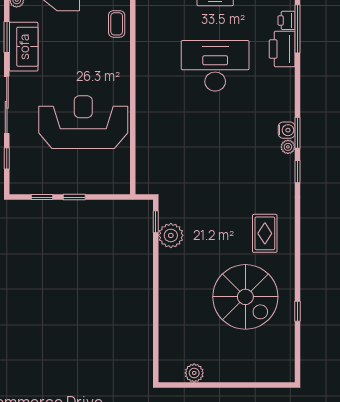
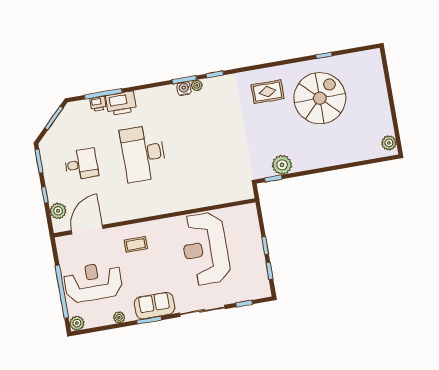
coffee table: (117, 24) -> (136, 244), moved
plant: (194, 373) -> (389, 143), moved

